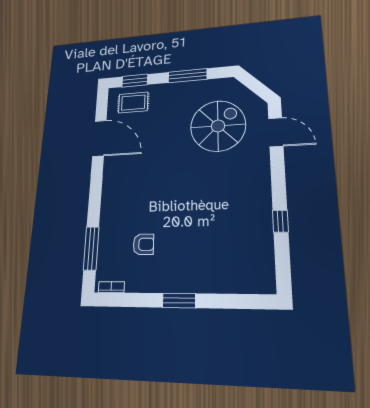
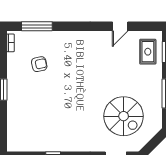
door: (99, 138) -> (120, 26), width x0.53
armchair: (143, 244) -> (39, 64), turned -102

